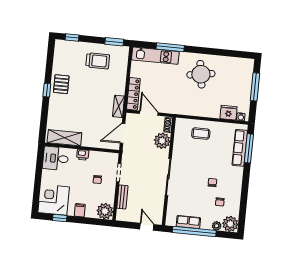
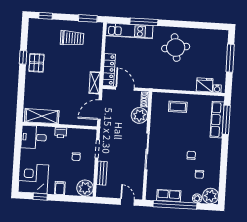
window: (47, 90) -> (23, 57), moved

